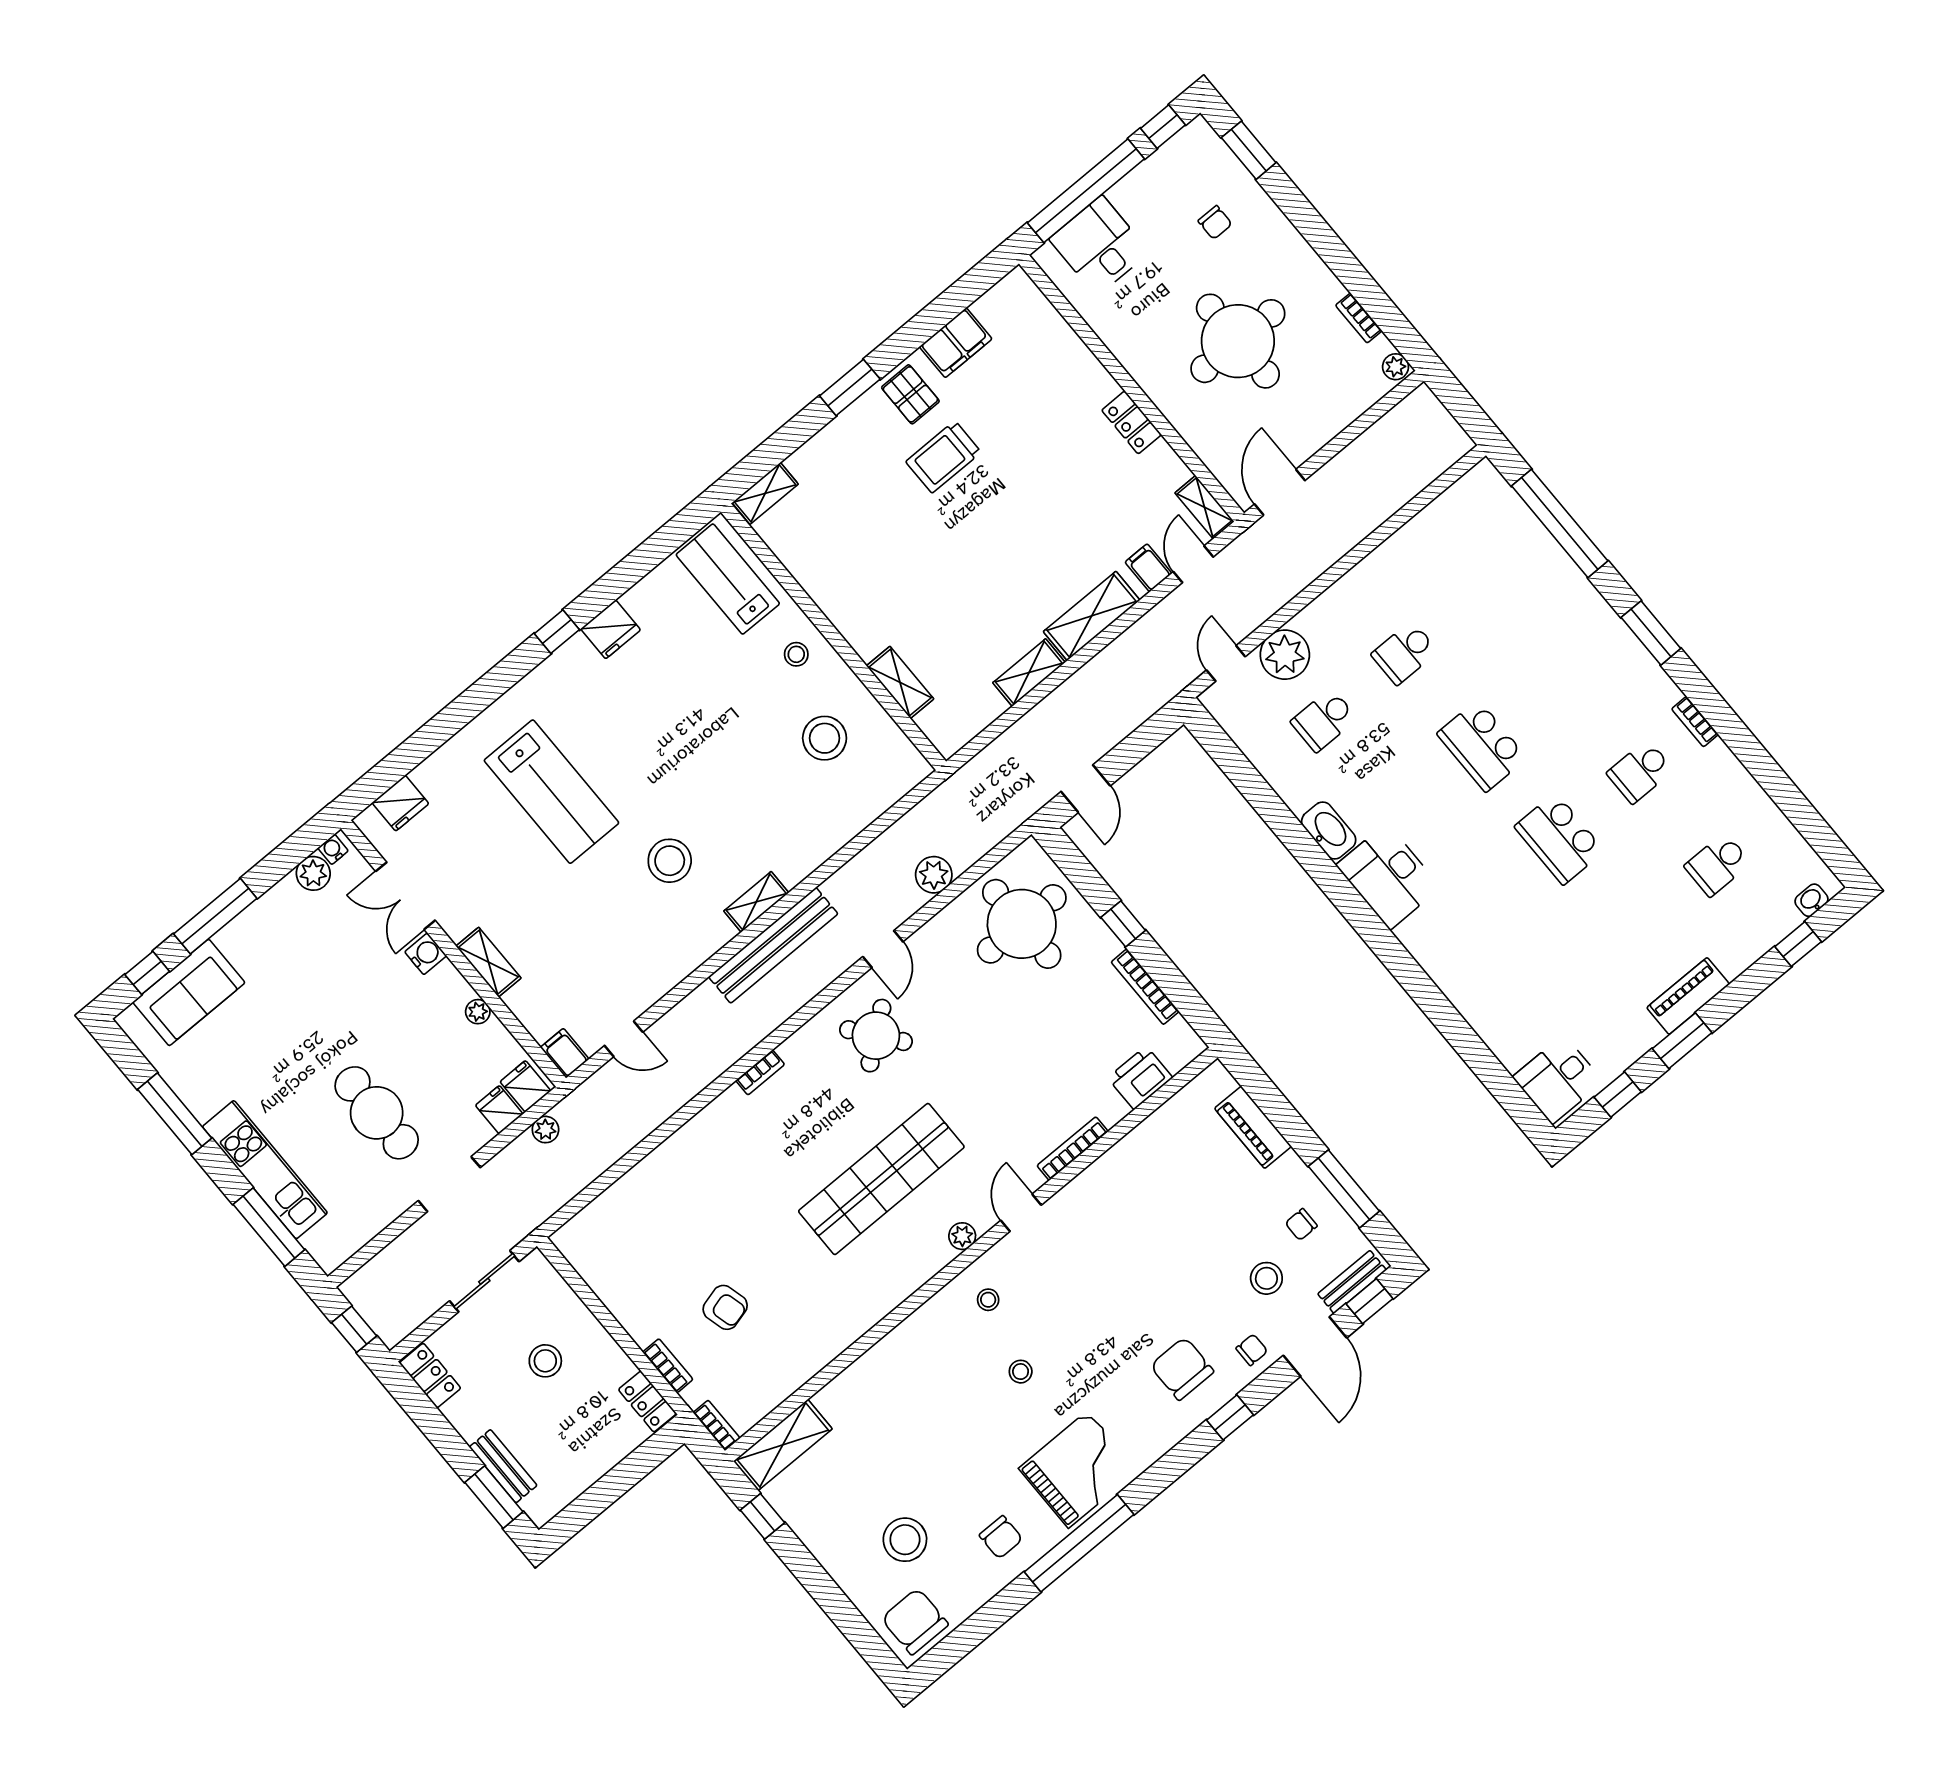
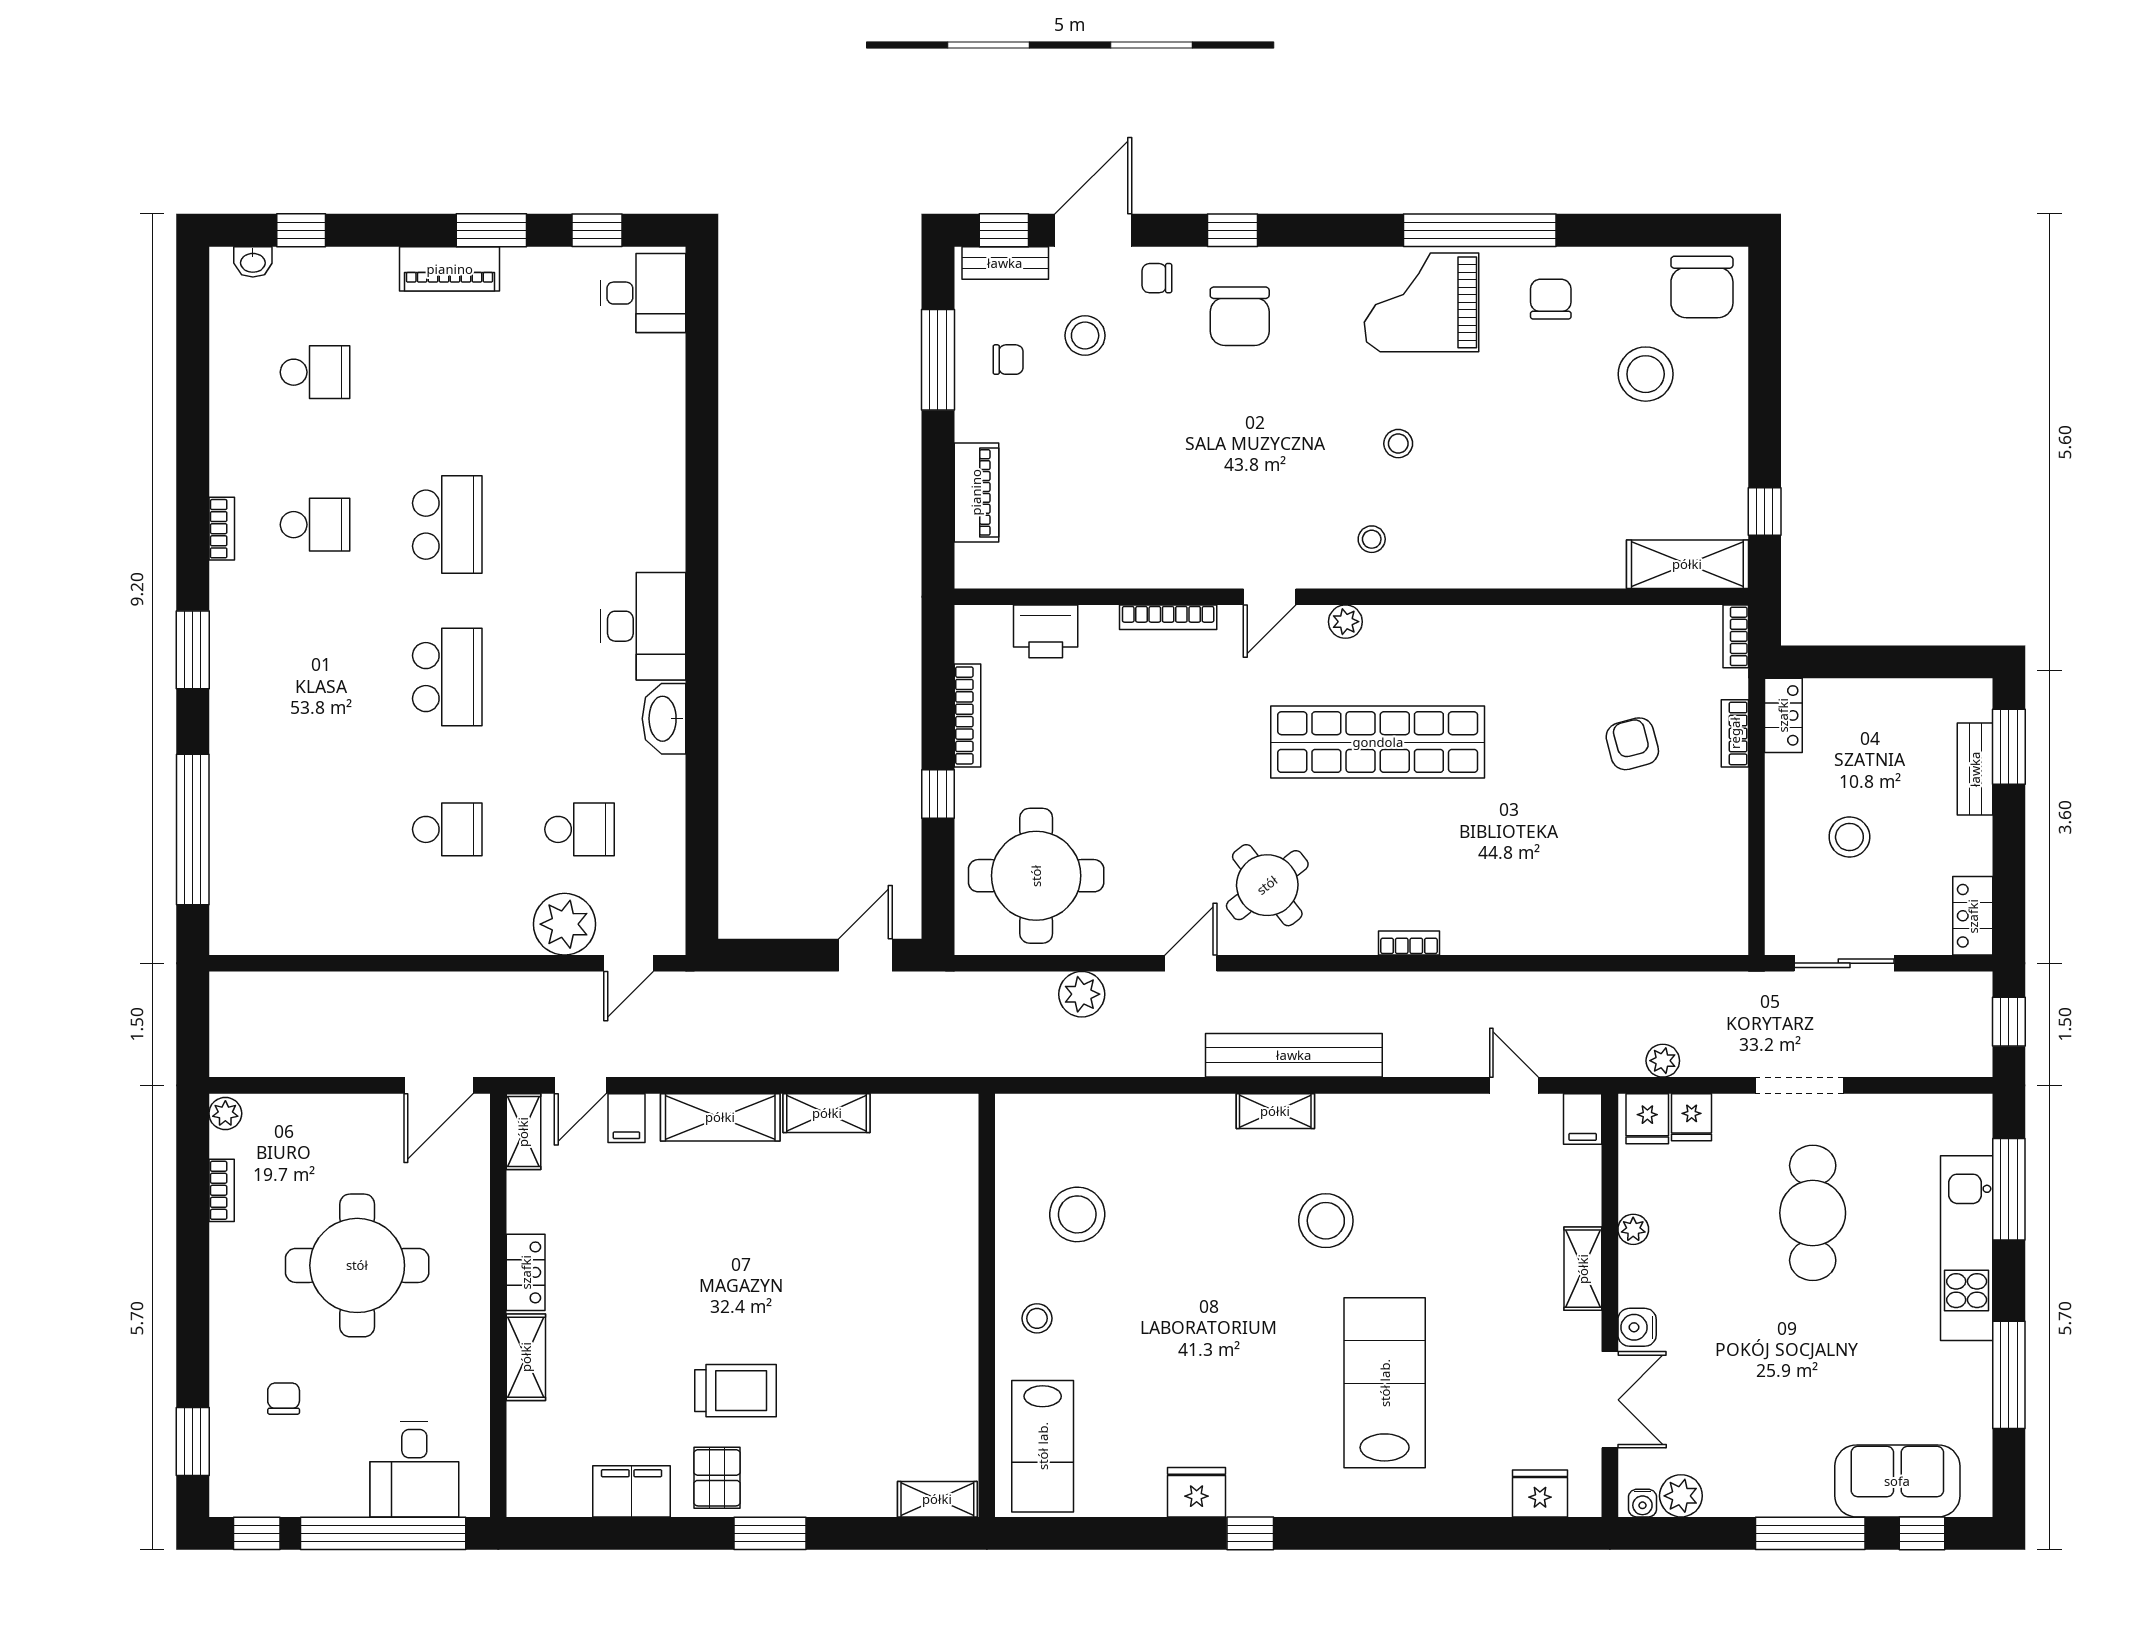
shelving: (900, 682) -> (526, 1357), moved

